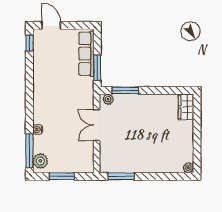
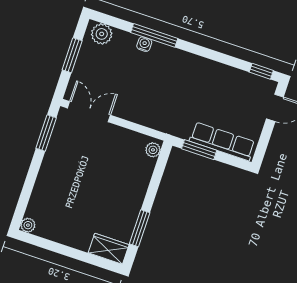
window: (125, 90) -> (140, 228), moved
double door: (97, 125) -> (89, 112), moved
window: (29, 151) -> (154, 35), moved

